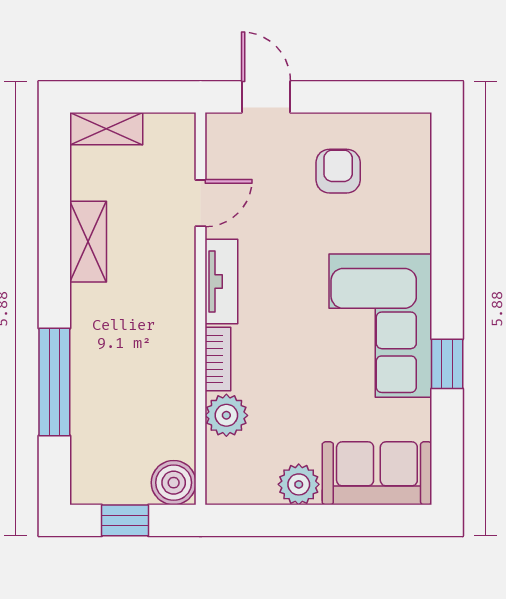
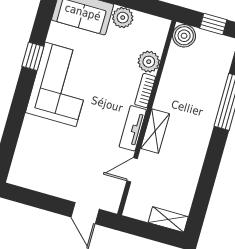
armchair: (338, 171) -> (60, 166), removed
shelving: (88, 242) -> (155, 131), moved

